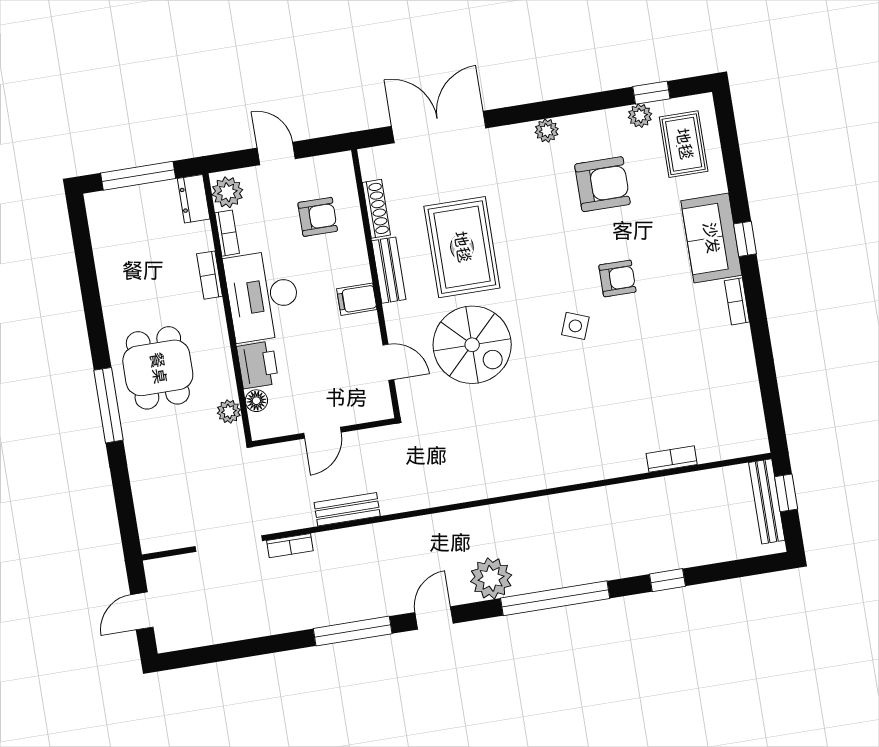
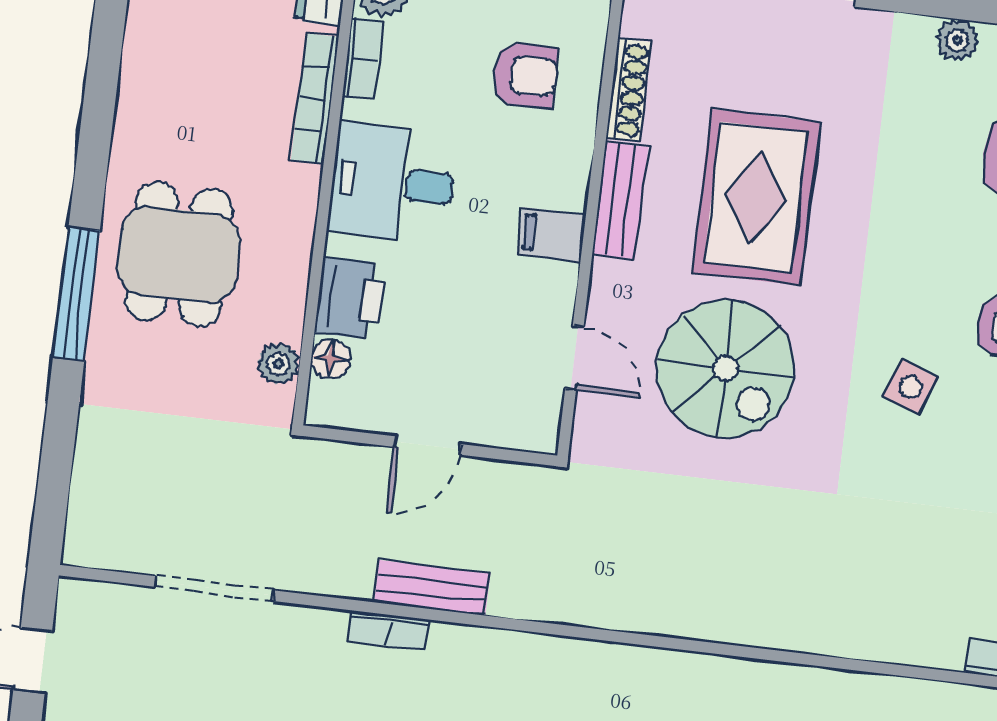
bookcase: (210, 275) -> (315, 99), width x1.56
desk: (263, 296) -> (393, 183), width x0.73
bookcase: (290, 546) -> (388, 630), moved

